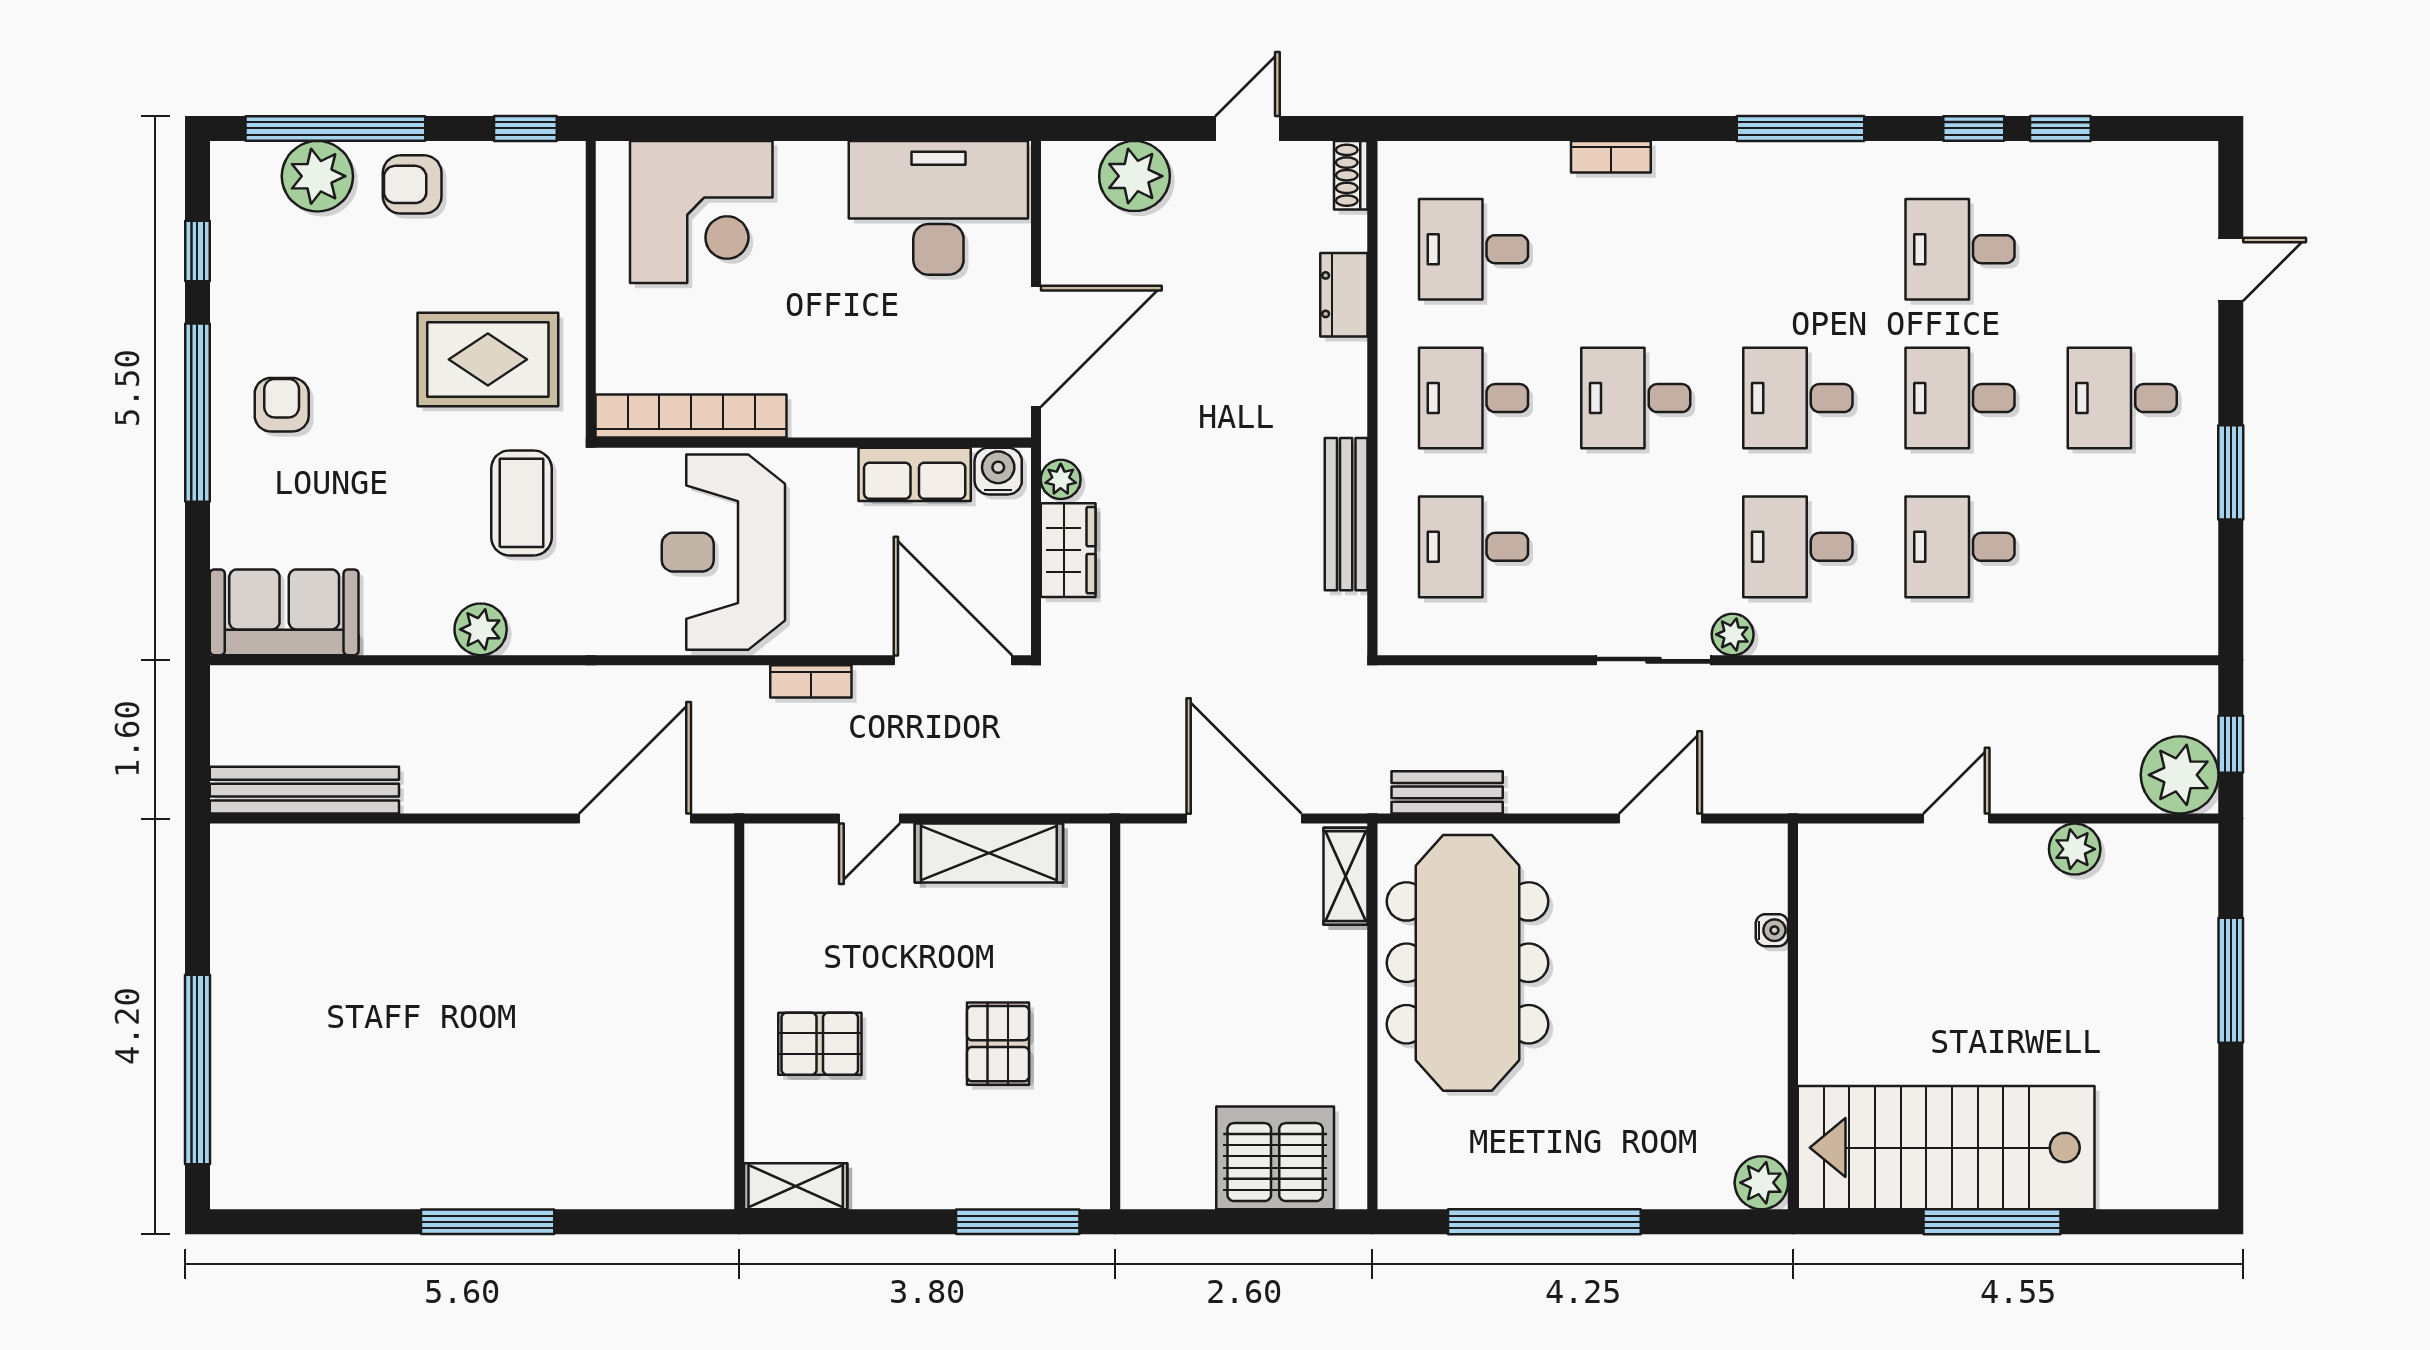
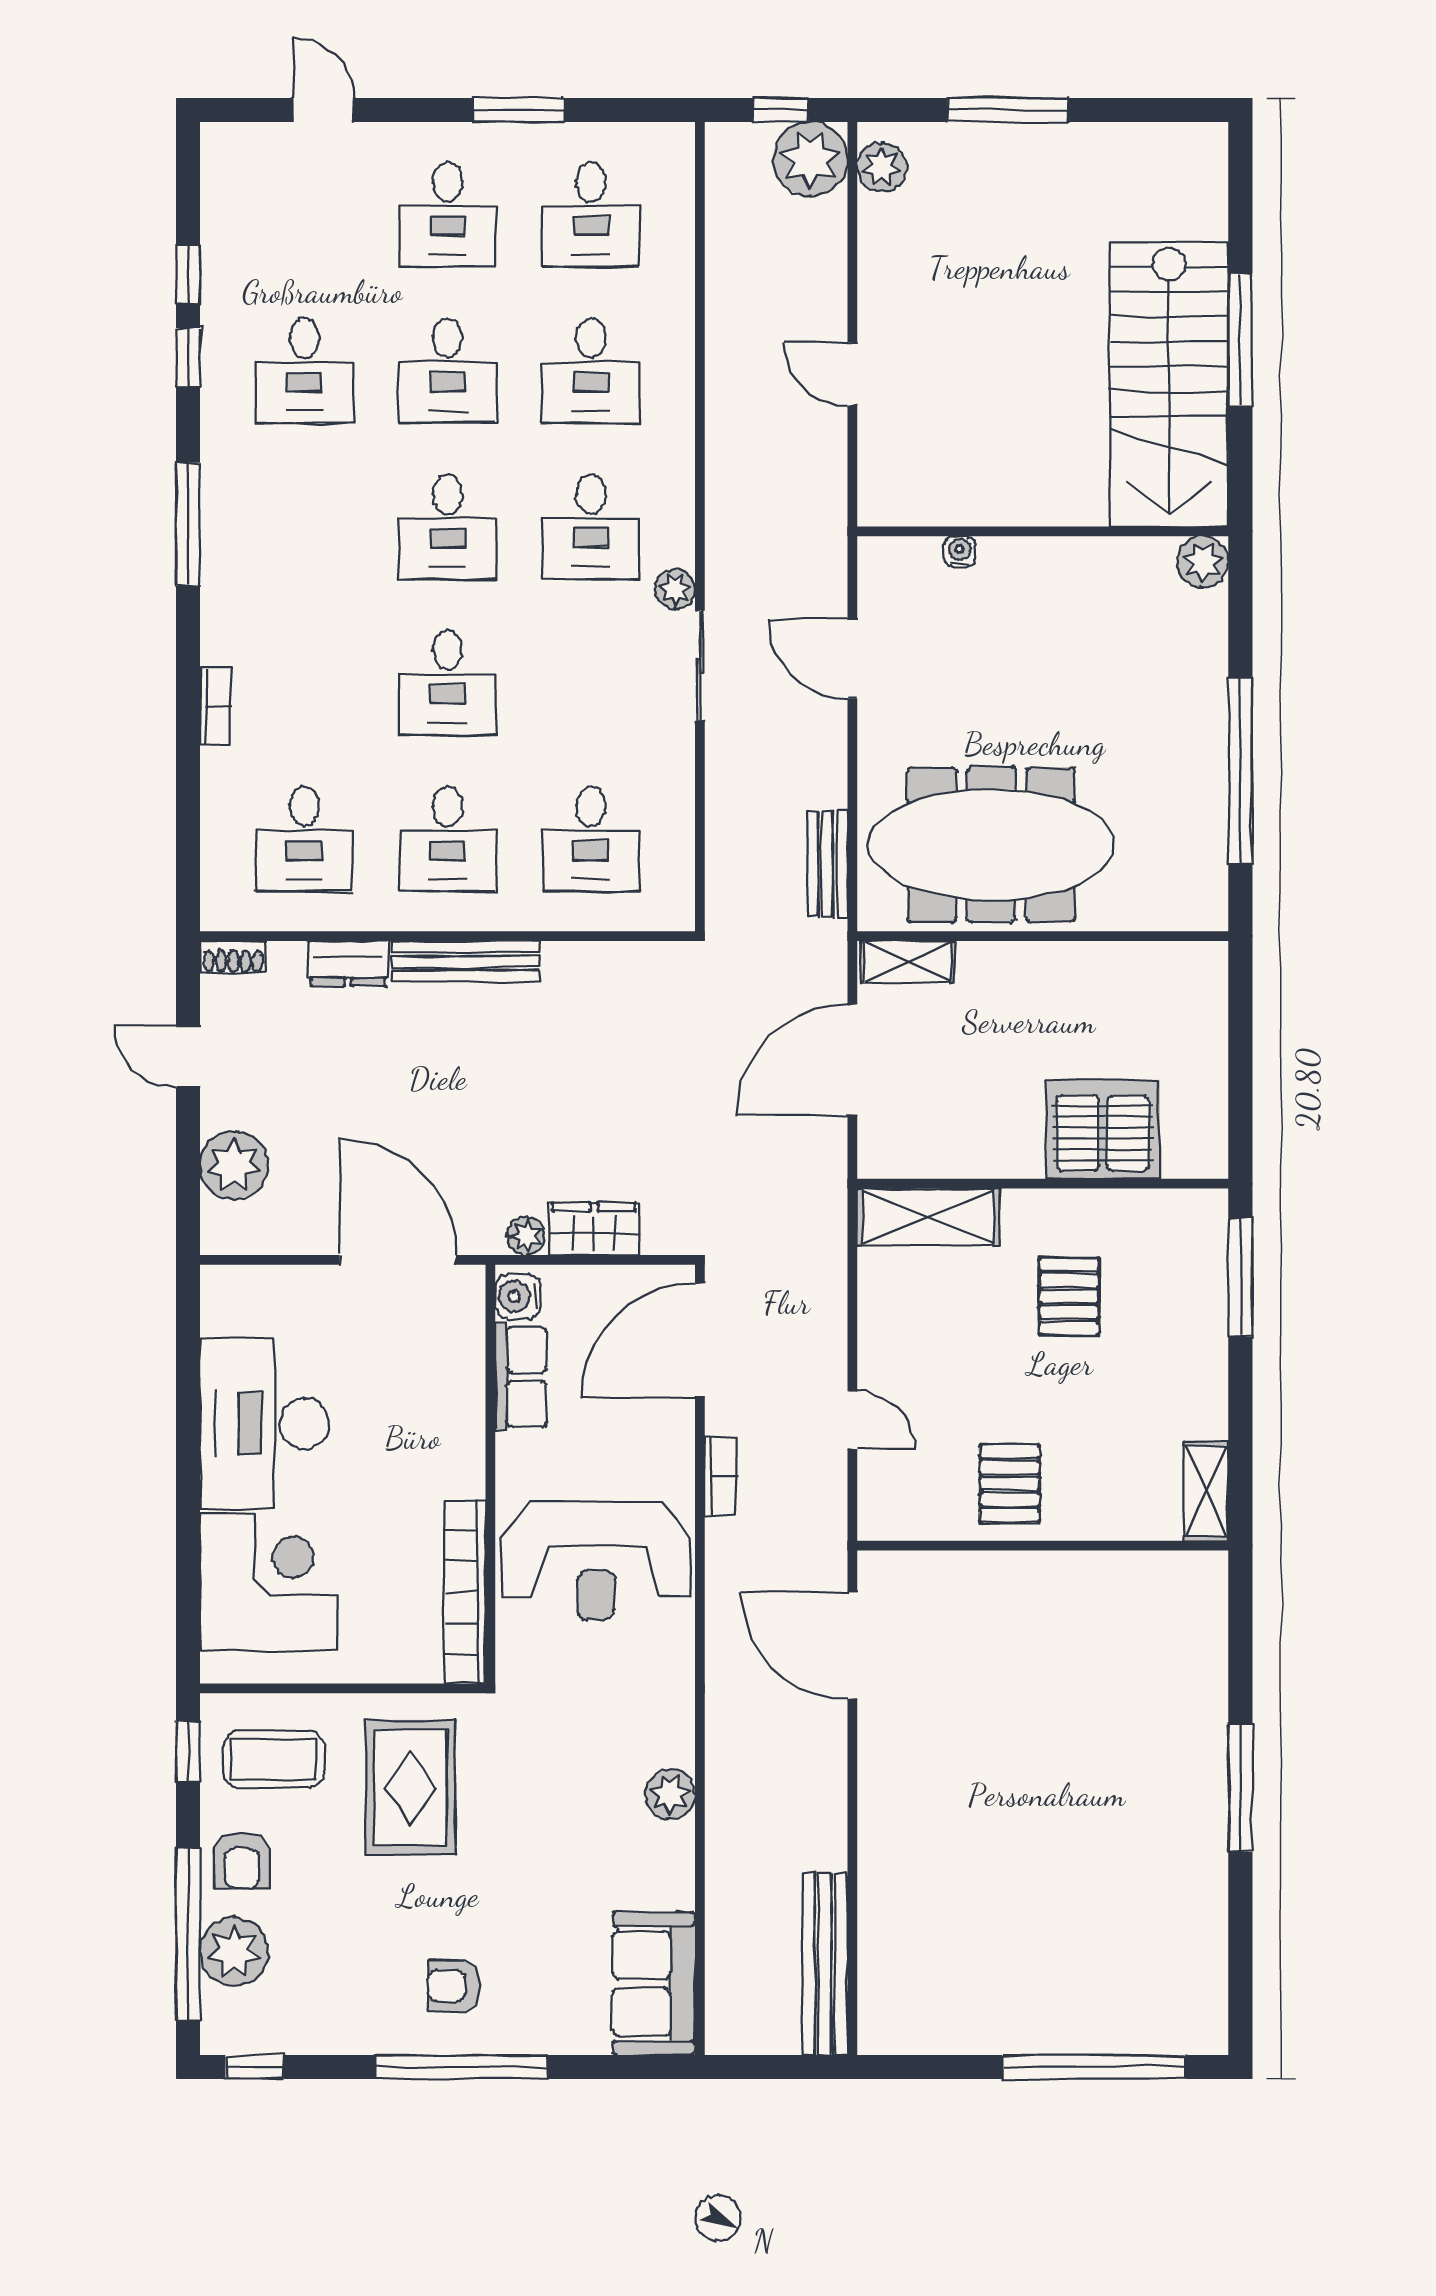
desk: (938, 208) -> (264, 1424), moved
window: (197, 251) -> (255, 2067), moved
coffee table: (521, 503) -> (274, 1759), moved
bench: (1346, 514) -> (466, 961), moved
desk: (2122, 547) -> (591, 214), added
plant: (2075, 849) -> (882, 167), moved
shelving: (989, 853) -> (928, 1217), moved, turned 90
pallet: (820, 1044) -> (1010, 1484), moved
pallet: (998, 1044) -> (1069, 1297), turned 90
server rack: (1275, 1158) -> (1103, 1129), moved, turned 90

